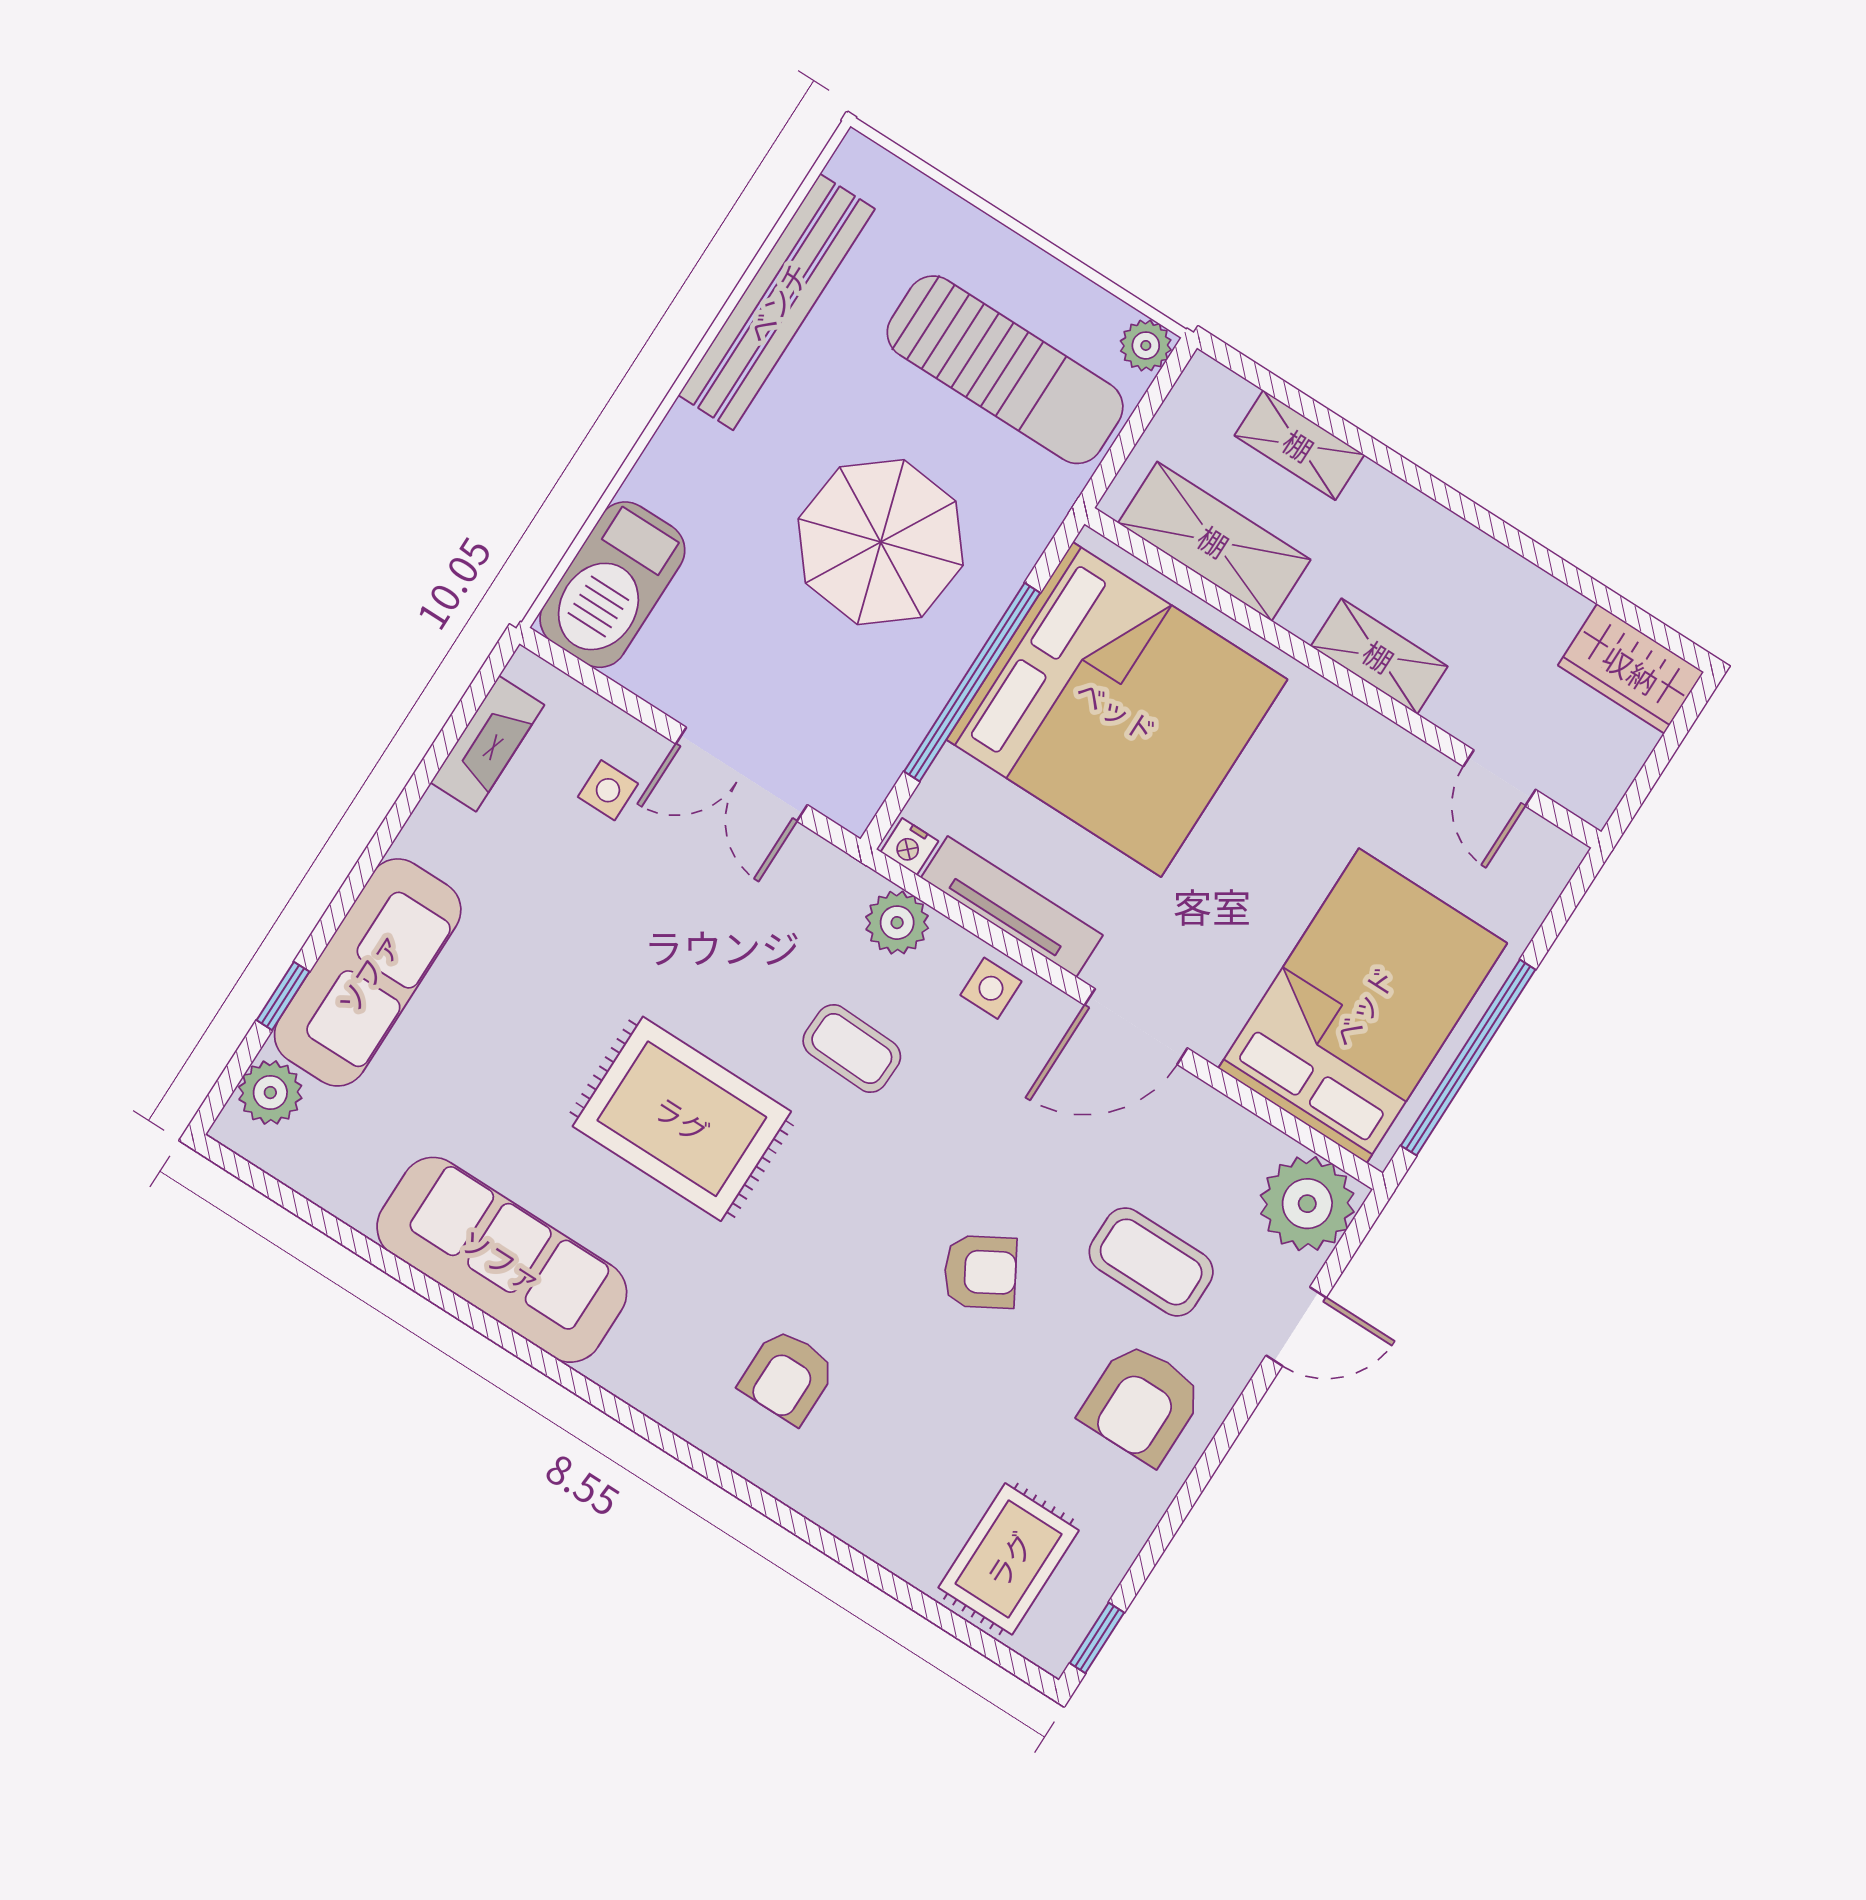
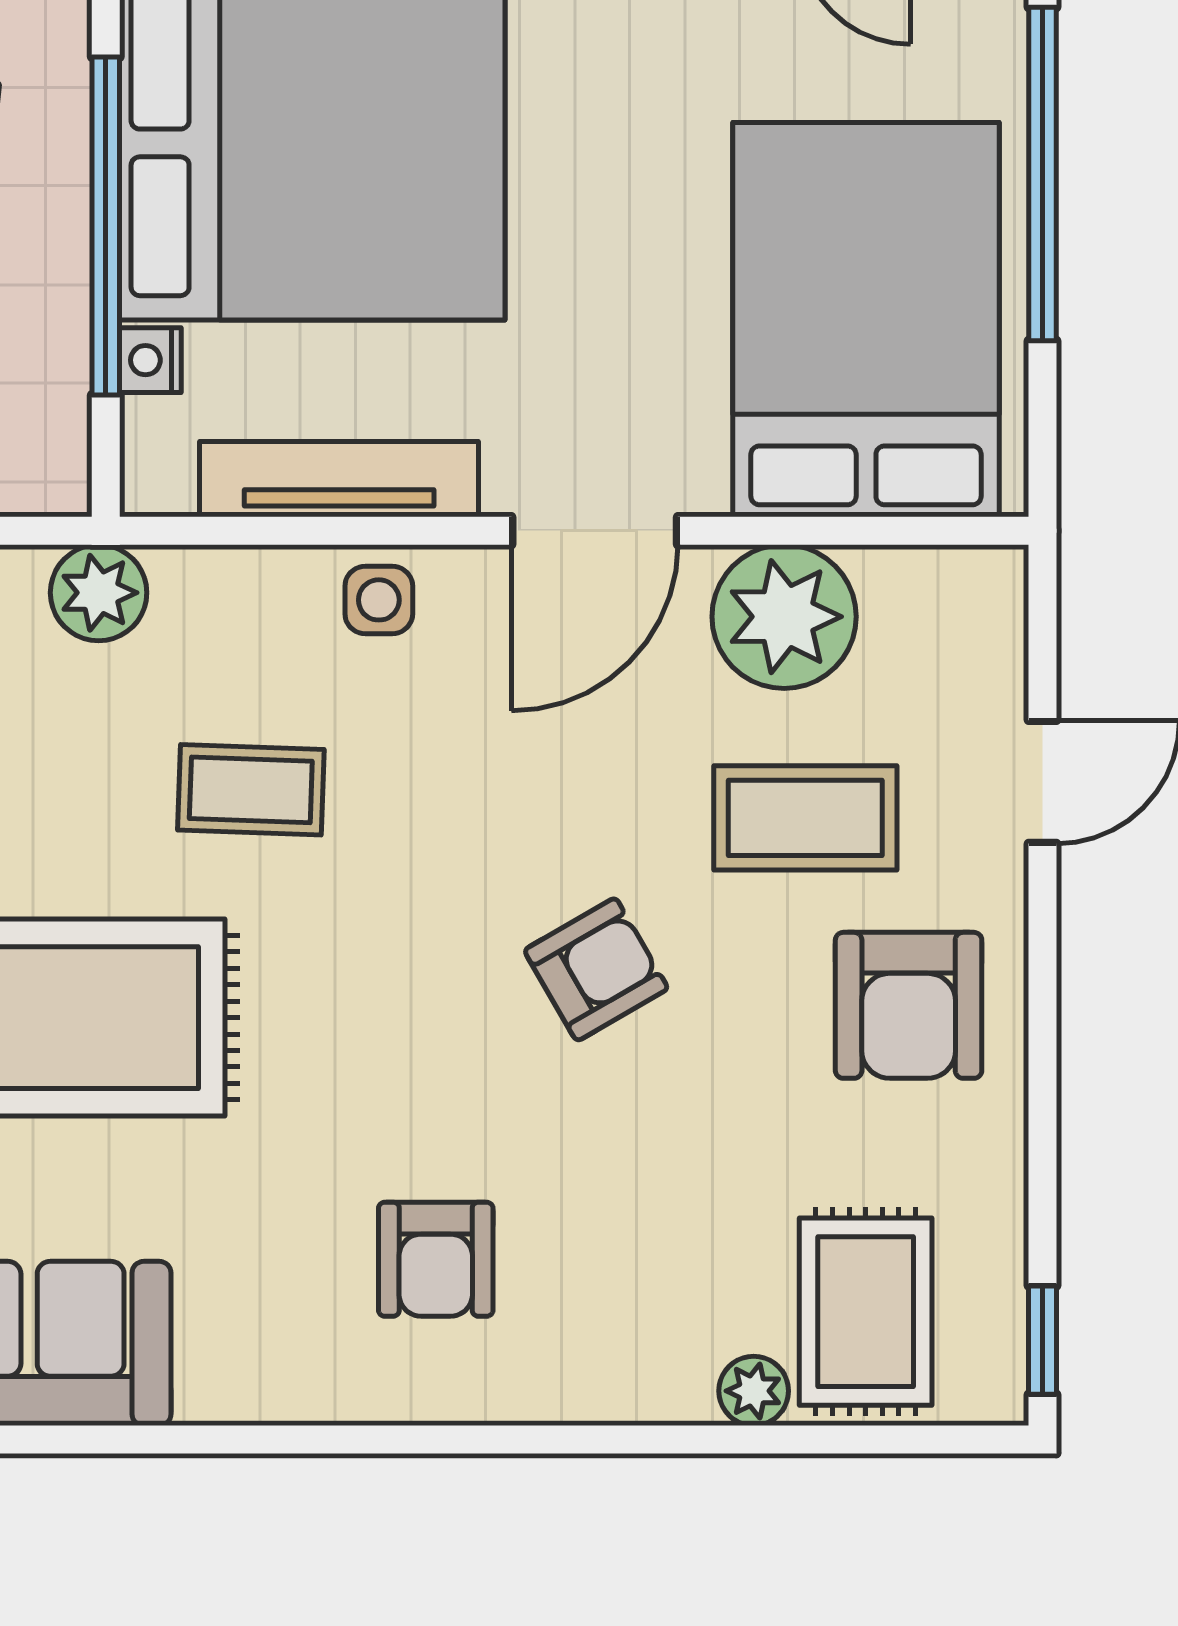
nightstand: (909, 847) -> (150, 360), moved, turned 90
plant: (897, 923) -> (99, 593), moved
window: (1468, 1058) -> (1042, 174), moved
plant: (1307, 1204) -> (784, 617), moved
plant: (918, 1563) -> (754, 1391), added

